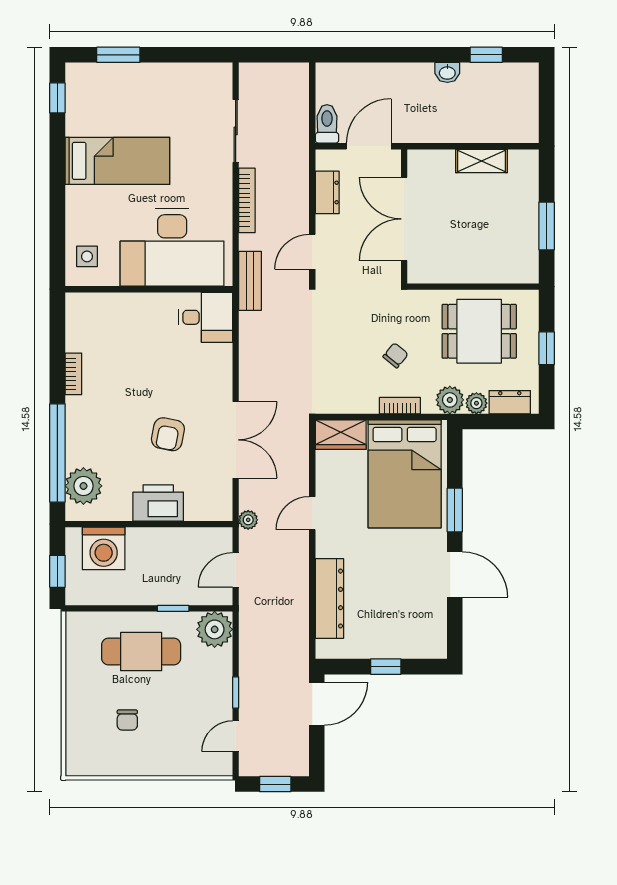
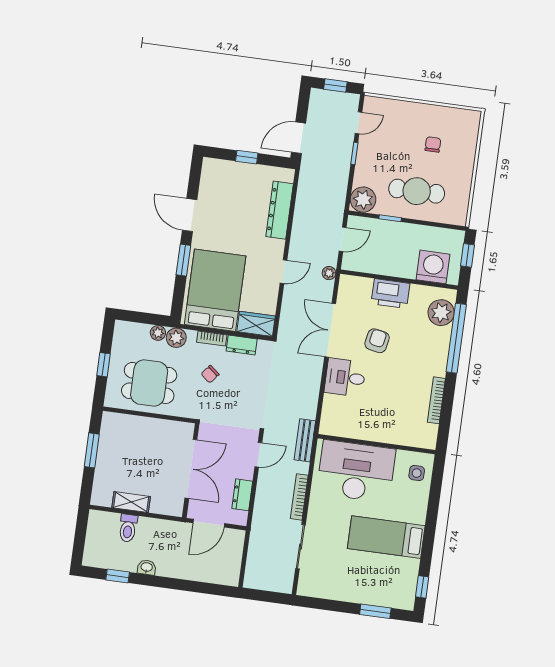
toilet: (327, 124) -> (128, 528), moved
desk: (206, 317) -> (345, 378), moved
bookcase: (73, 374) -> (436, 400), width x1.56
dresser: (510, 402) -> (242, 345), moved

